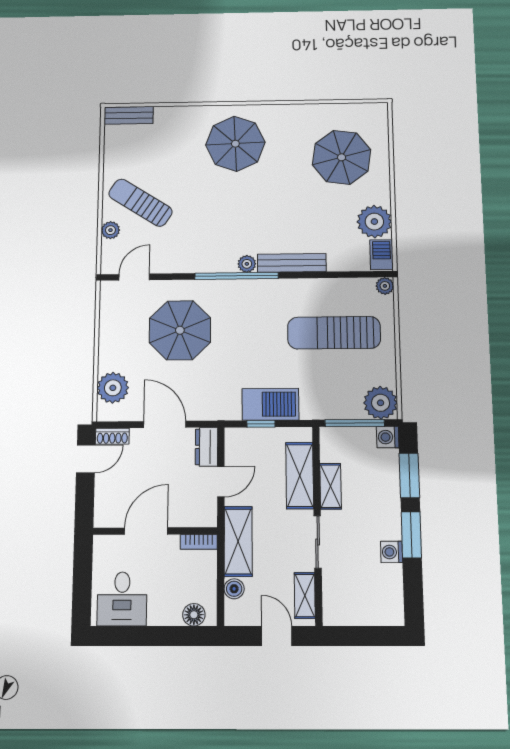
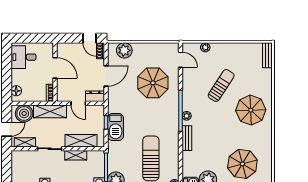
sun lounger: (140, 203) -> (221, 85), moved
bench: (292, 263) -> (187, 138), width x0.73
boiler: (234, 589) -> (24, 113), width x1.86, depth x1.86

